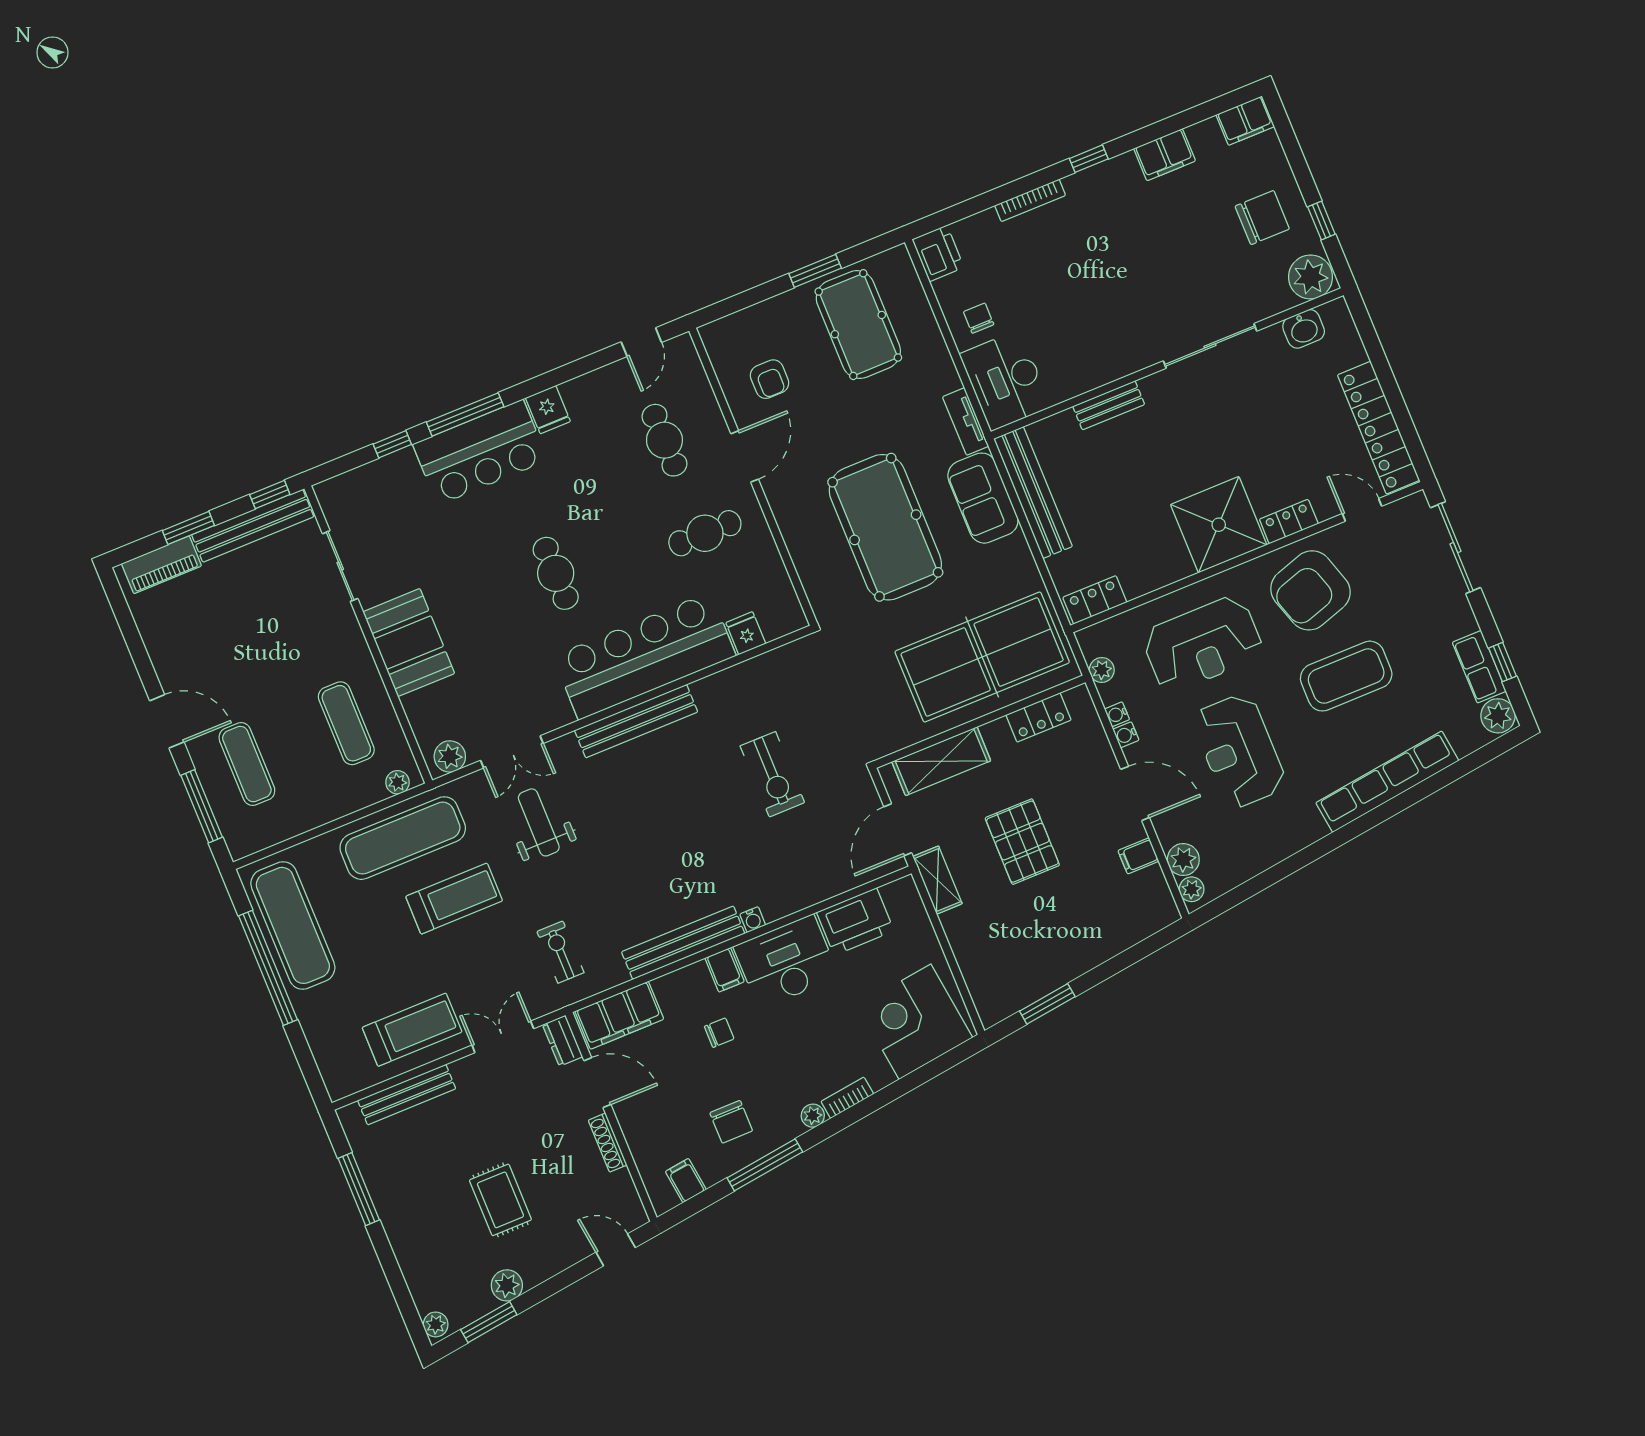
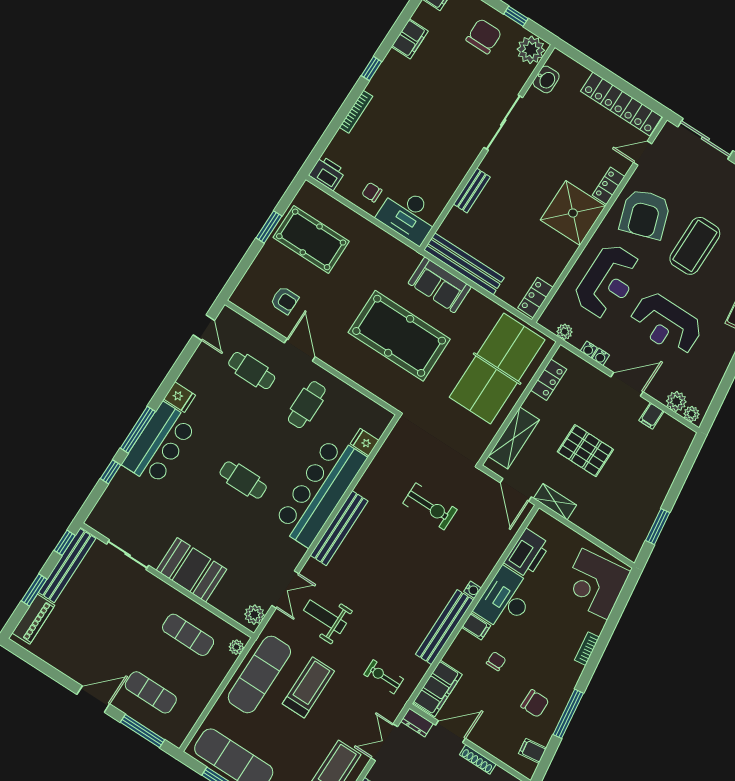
tv unit: (966, 421) -> (403, 251), removed
plant: (813, 1116) -> (575, 671), removed

